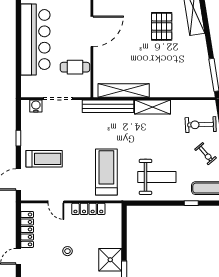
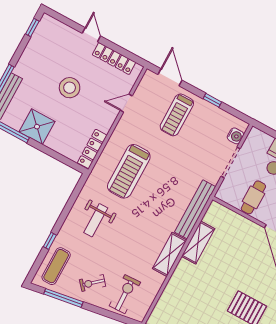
shelving: (124, 90) -> (198, 243), width x0.68
treadmill: (106, 172) -> (129, 171), turned 90
weight bench: (157, 177) -> (96, 220), width x0.73, depth x0.75
locker: (88, 209) -> (92, 149), moved
stool: (67, 251) -> (70, 88), width x1.89, depth x1.89

